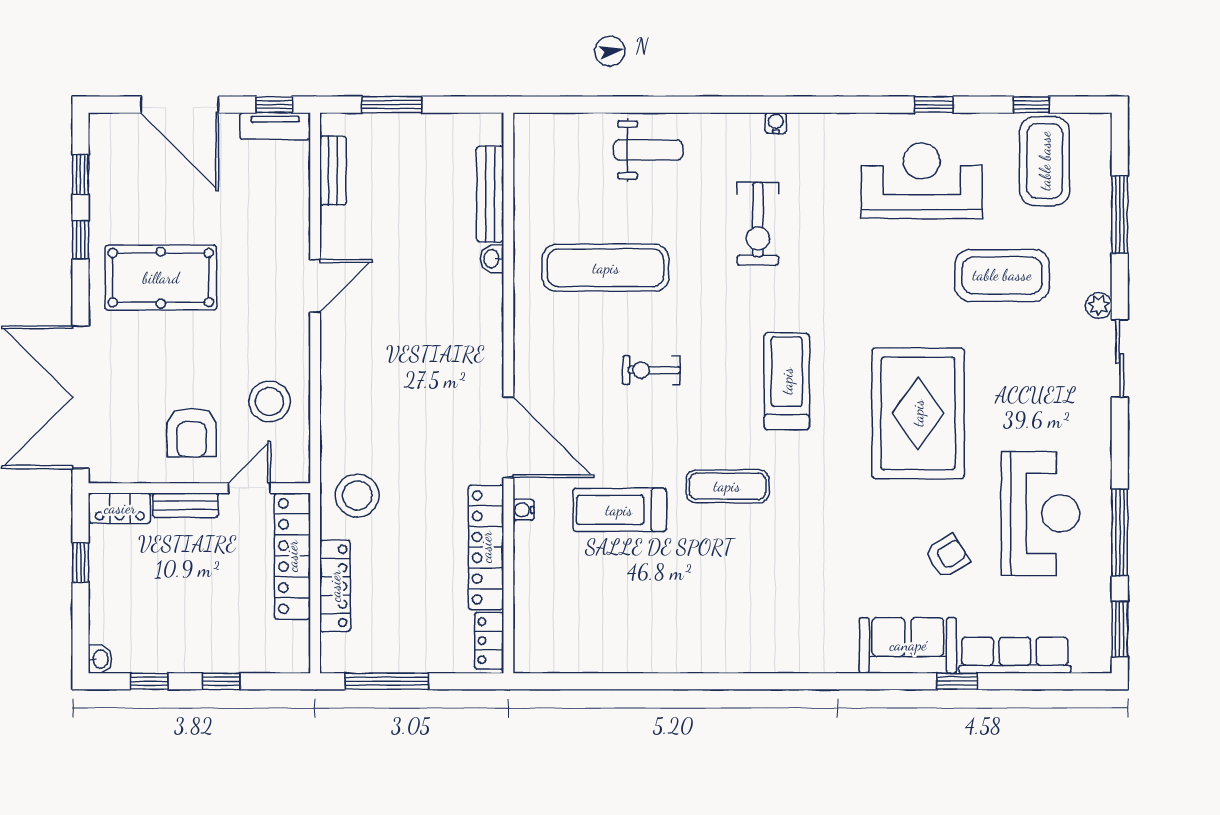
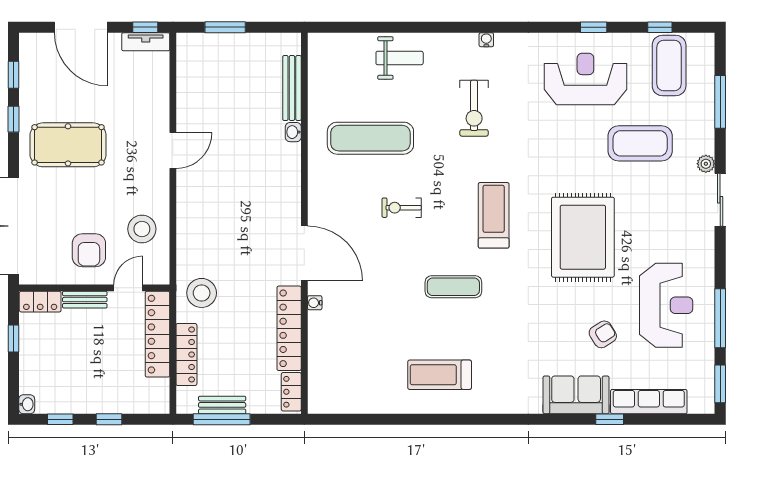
bench: (333, 171) -> (222, 405), moved, turned 90
treadmill: (619, 510) -> (440, 375), moved

